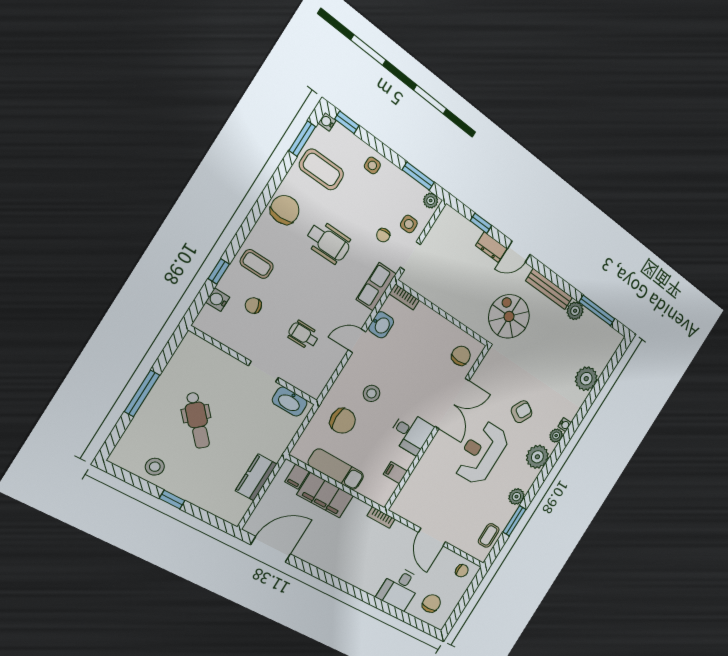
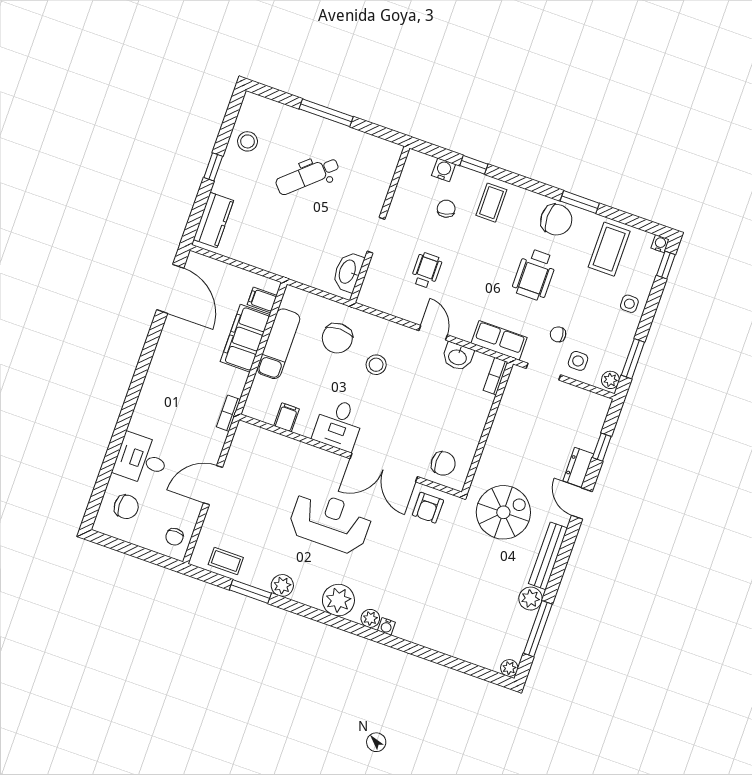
window: (302, 139) -> (580, 202), moved
plant: (586, 379) -> (509, 668), moved, width x0.53, depth x0.53
armchair: (522, 412) -> (428, 508), moved, turned 61
kitchen counter: (256, 477) -> (213, 220), moved, turned 90

